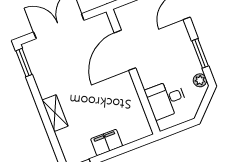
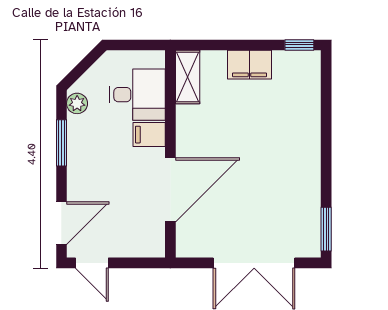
filing cabinet: (150, 78) -> (149, 135), added
shelving: (55, 113) -> (188, 77), moved

